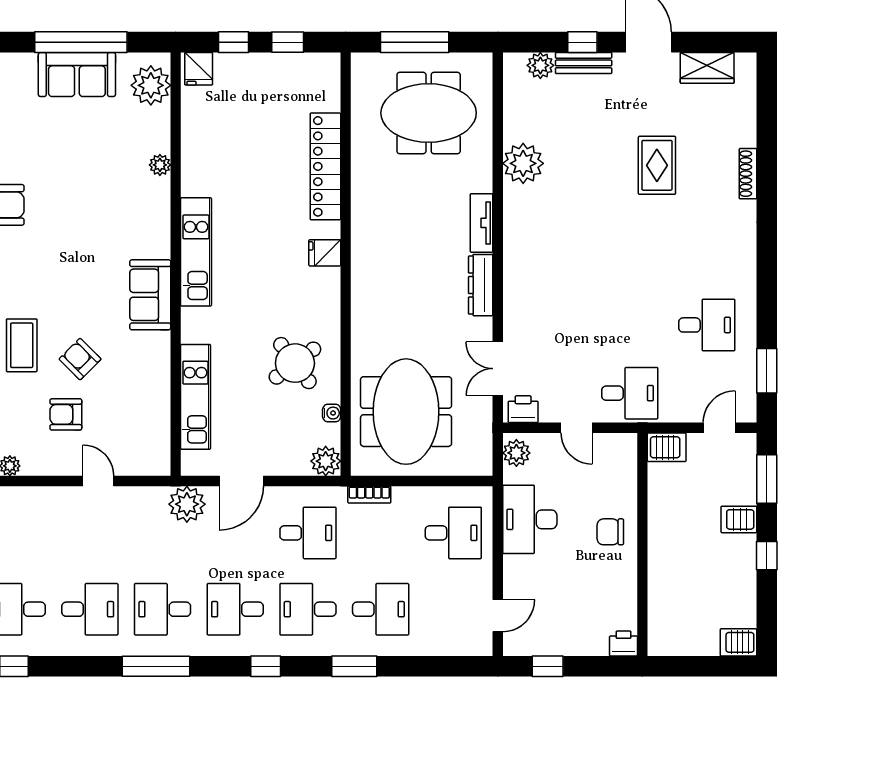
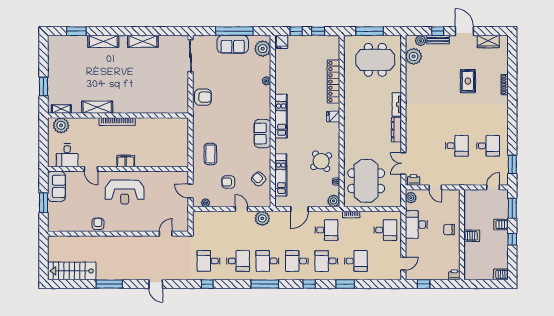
plant: (523, 163) -> (414, 56), moved
armchair: (80, 359) -> (259, 179), moved
desk: (630, 393) -> (457, 146), moved
server rack: (667, 447) -> (472, 236), moved
plant: (187, 504) -> (262, 218), moved

